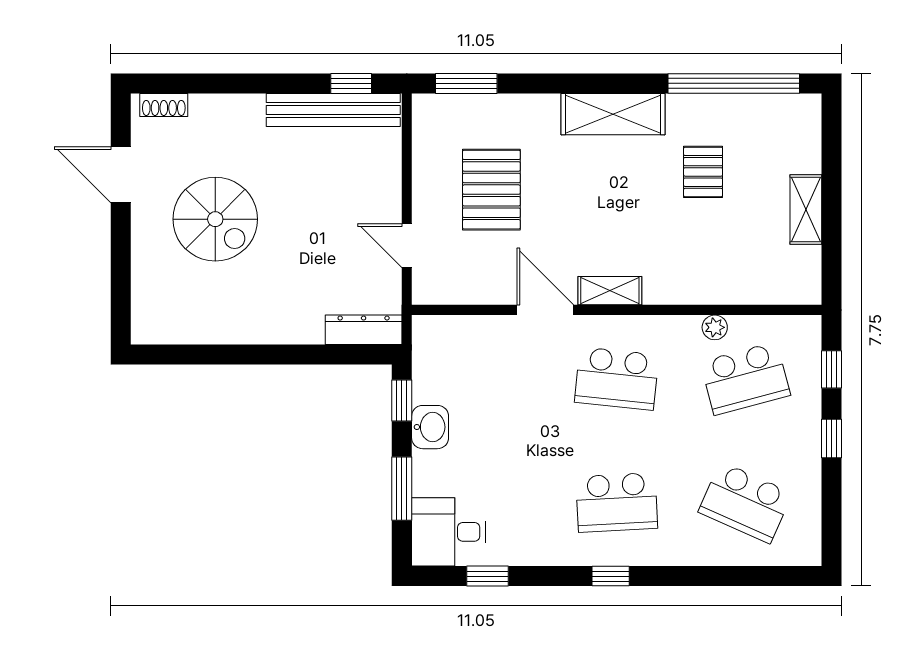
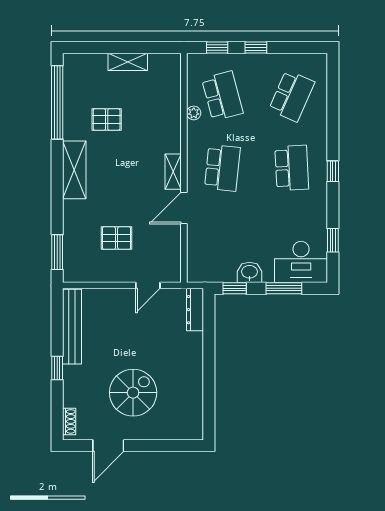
window: (351, 83) -> (57, 368), moved
pallet: (491, 190) -> (117, 238), width x0.67, depth x0.71
desk: (449, 532) -> (301, 262), width x1.37

